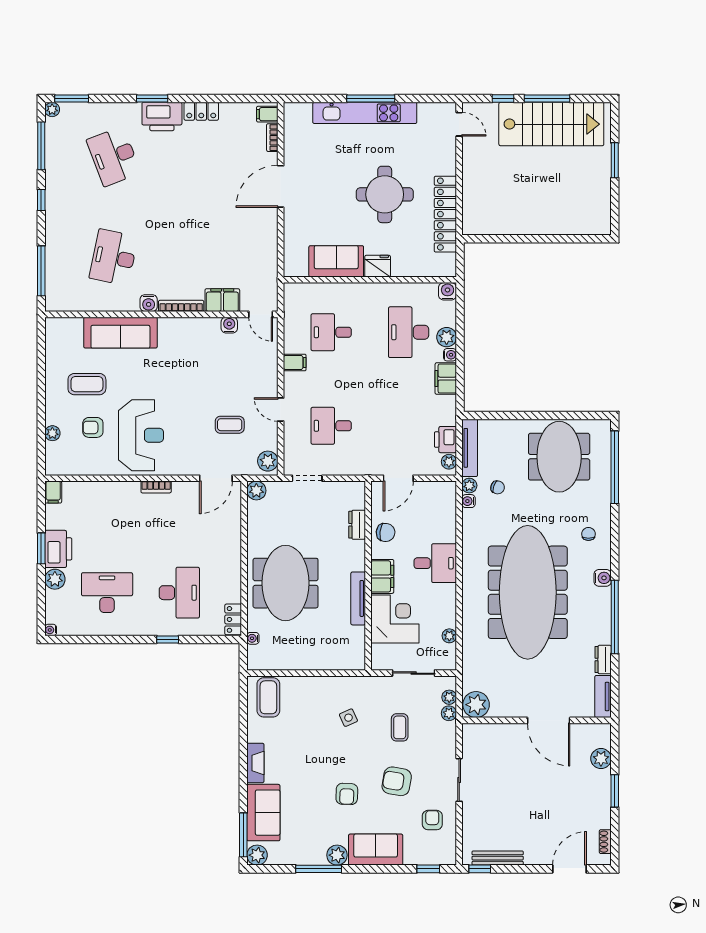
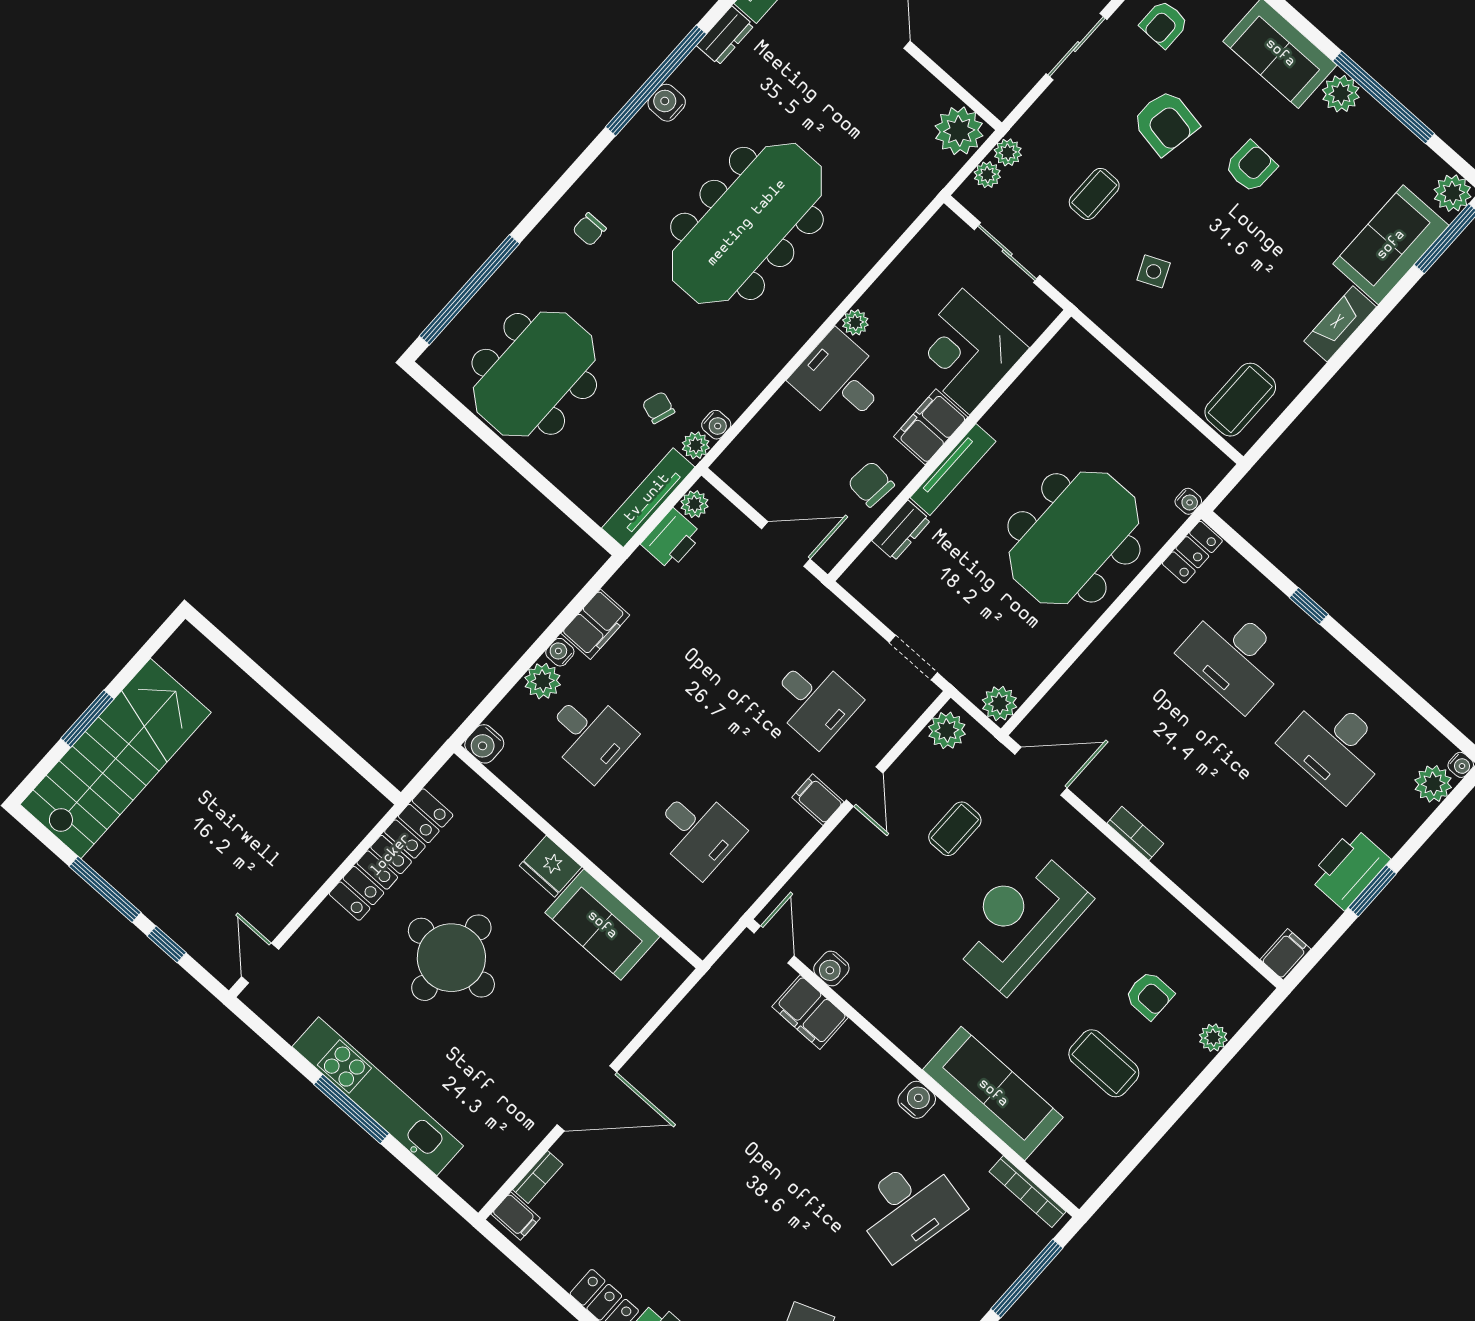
stairs: (551, 124) -> (116, 758), moved, turned 90
bookcase: (181, 306) -> (1028, 1192), moved
desk: (409, 332) -> (590, 735), width x0.73
filing cabinet: (295, 363) -> (818, 800), moved
coffee table: (230, 425) -> (955, 829), turned 90
reception desk: (141, 435) -> (1020, 921), moved
water cooler: (603, 578) -> (667, 103), moved
plant: (55, 579) -> (1433, 784), moved
meeting table: (528, 592) -> (747, 223), width x0.73, depth x0.79
desk: (179, 593) -> (1234, 657), turned -90
tv unit: (358, 598) -> (953, 469), moved
plant: (449, 636) -> (855, 322), moved
window: (319, 869) -> (1384, 97), width x1.46

